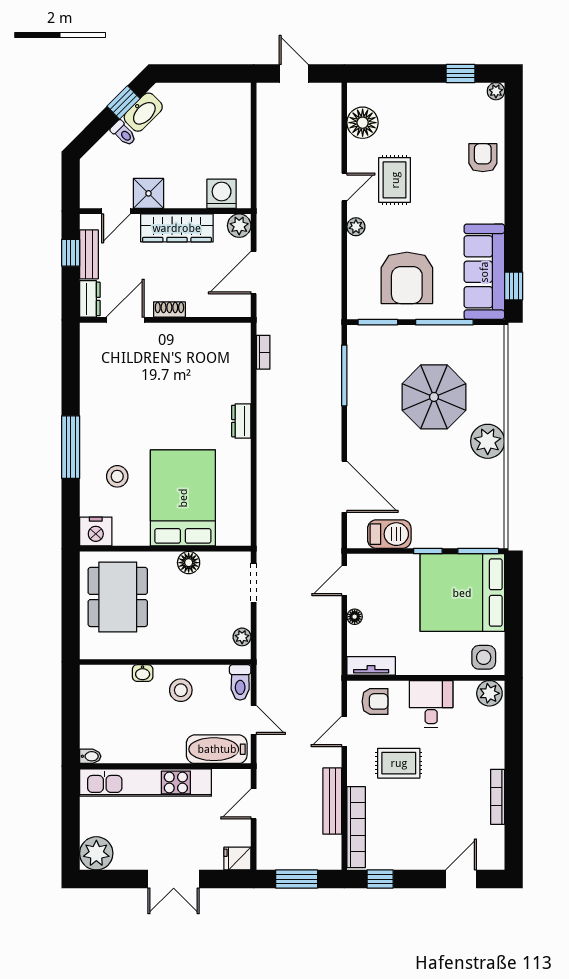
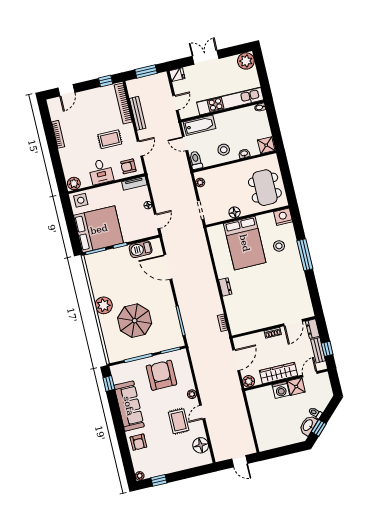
washing machine: (222, 194) -> (281, 390), moved
sofa: (484, 272) -> (129, 406), moved
shower: (96, 679) -> (266, 145), added

